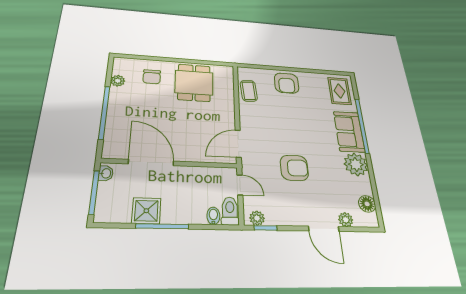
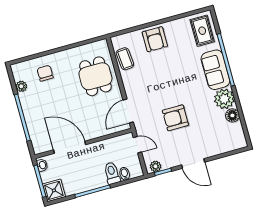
chair: (152, 77) -> (45, 73), turned 180
dining table: (194, 83) -> (95, 76), moved
armchair: (294, 168) -> (175, 118), turned 180
floor lamp: (367, 204) -> (232, 115), moved
shower: (146, 211) -> (54, 190), moved
toilet: (230, 211) -> (112, 173), moved
plant: (346, 220) -> (221, 148), removed
door: (324, 229) -> (193, 163), moved

